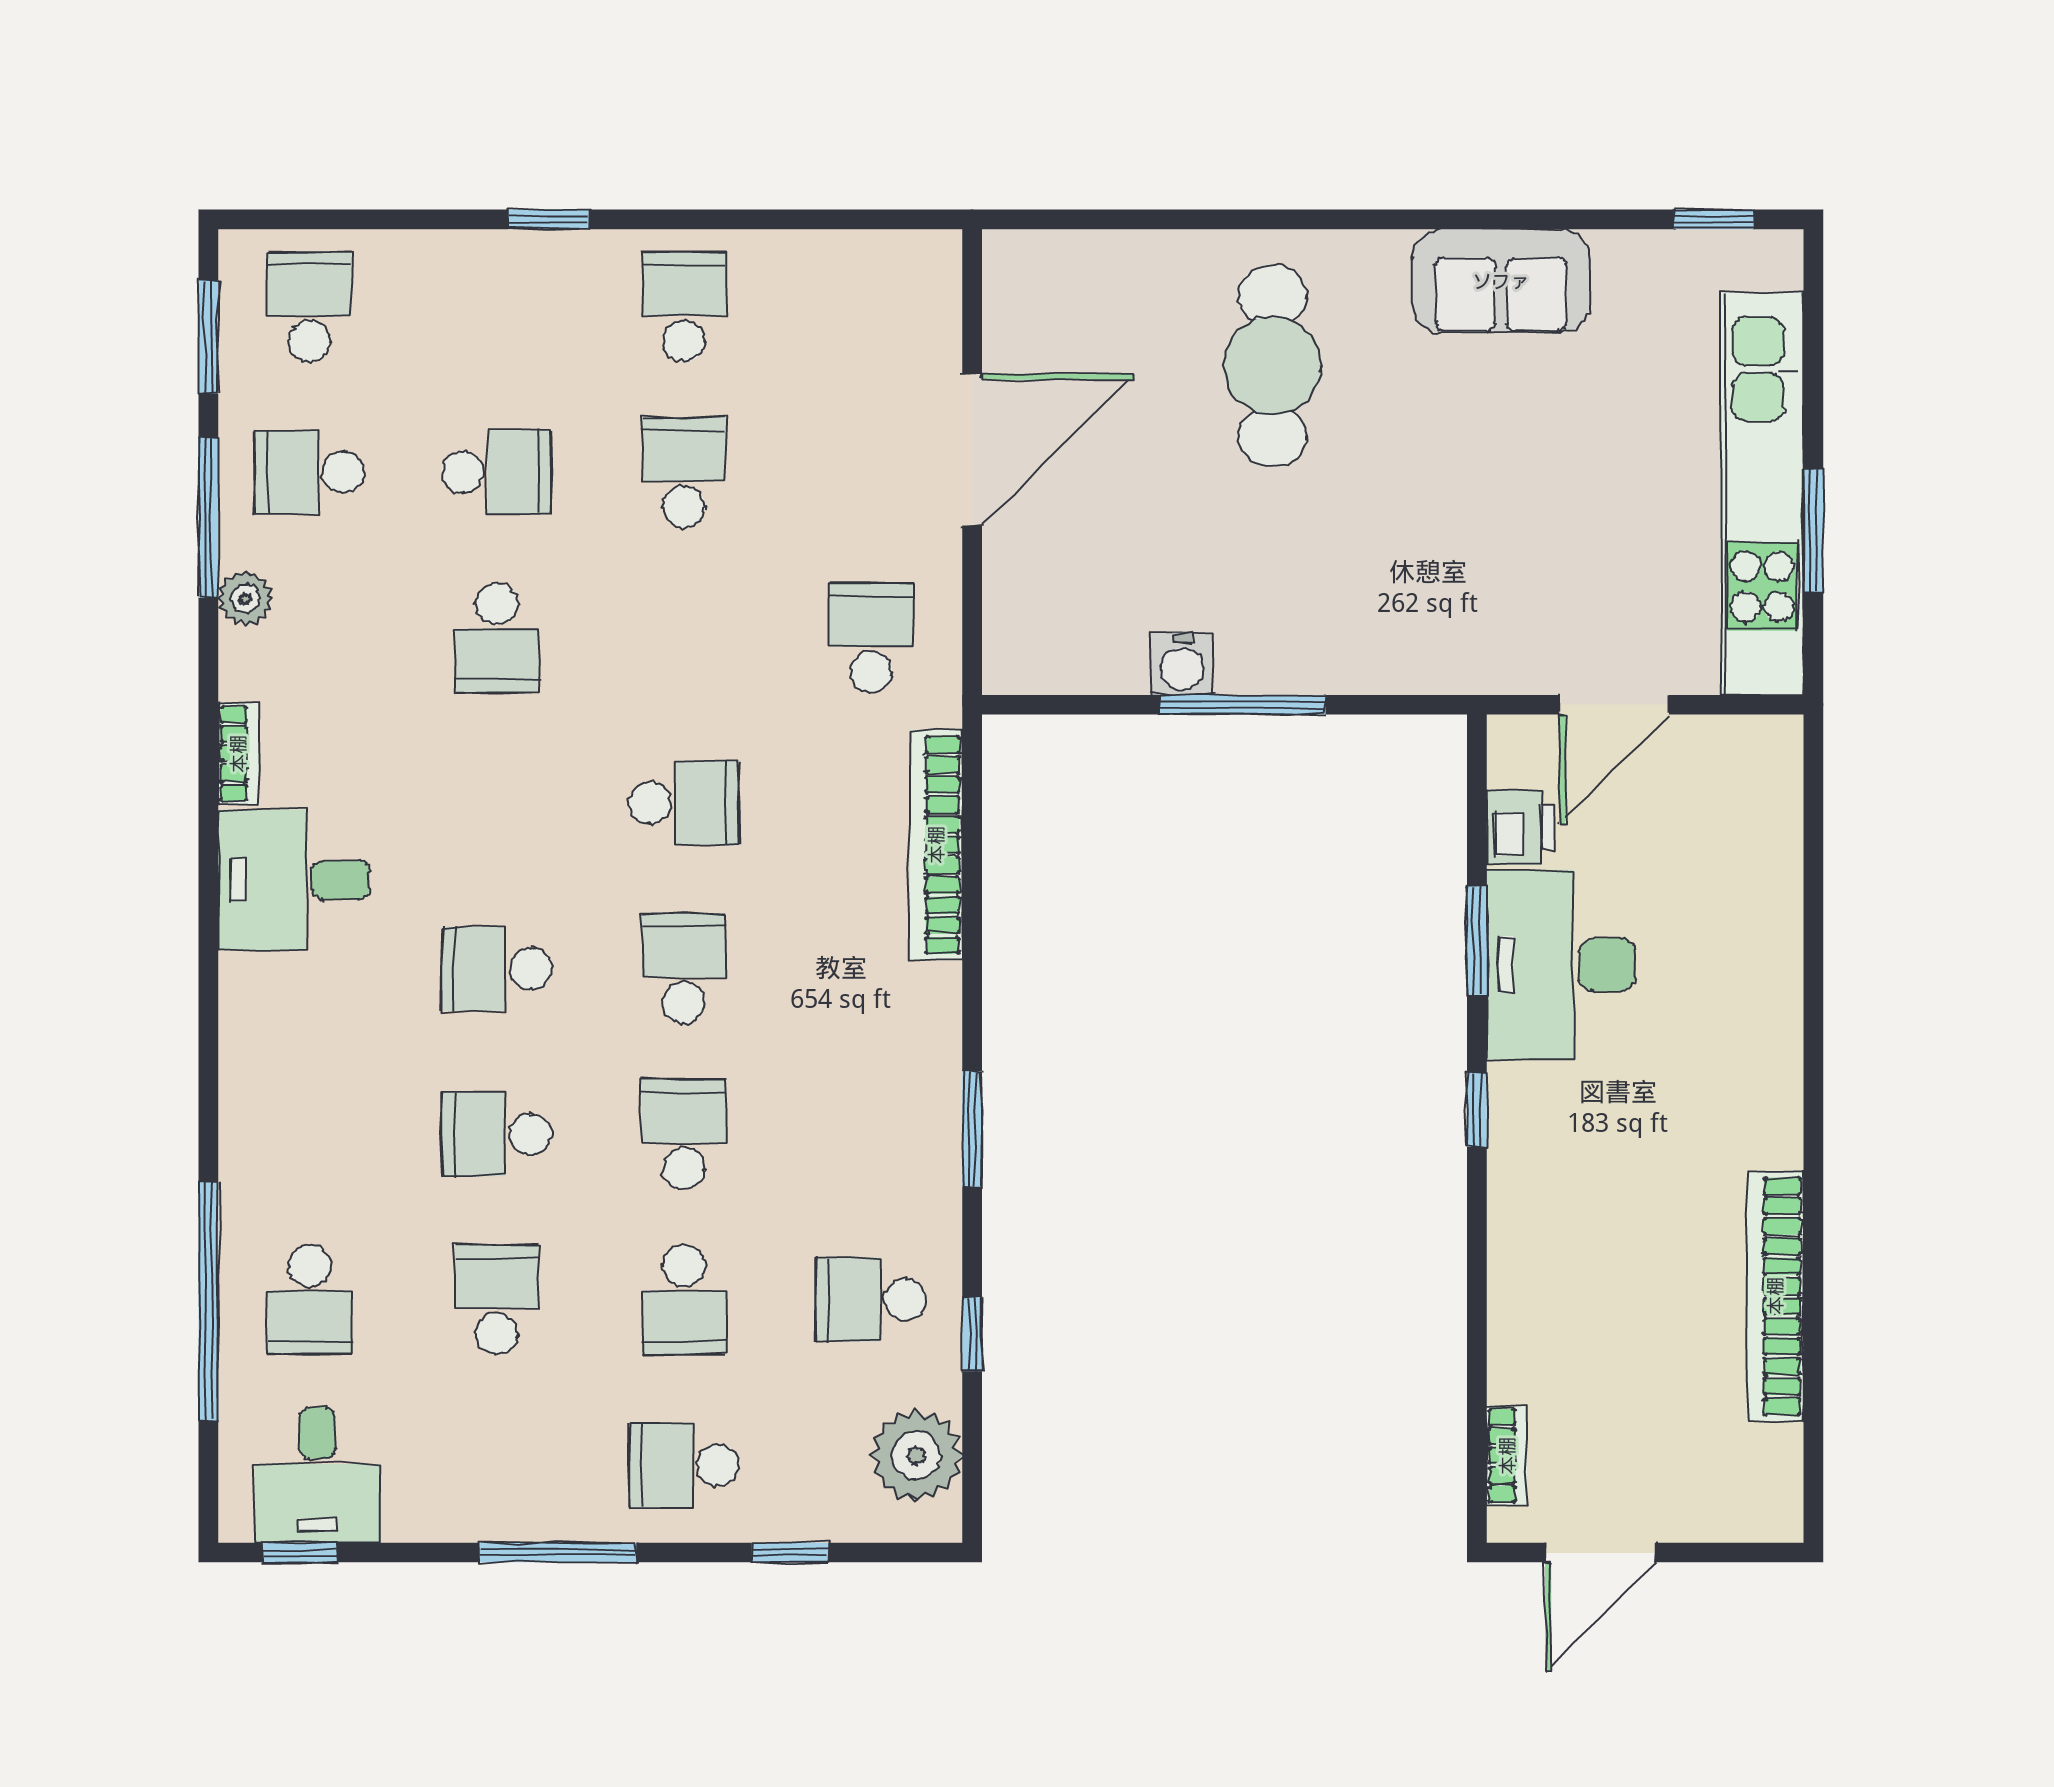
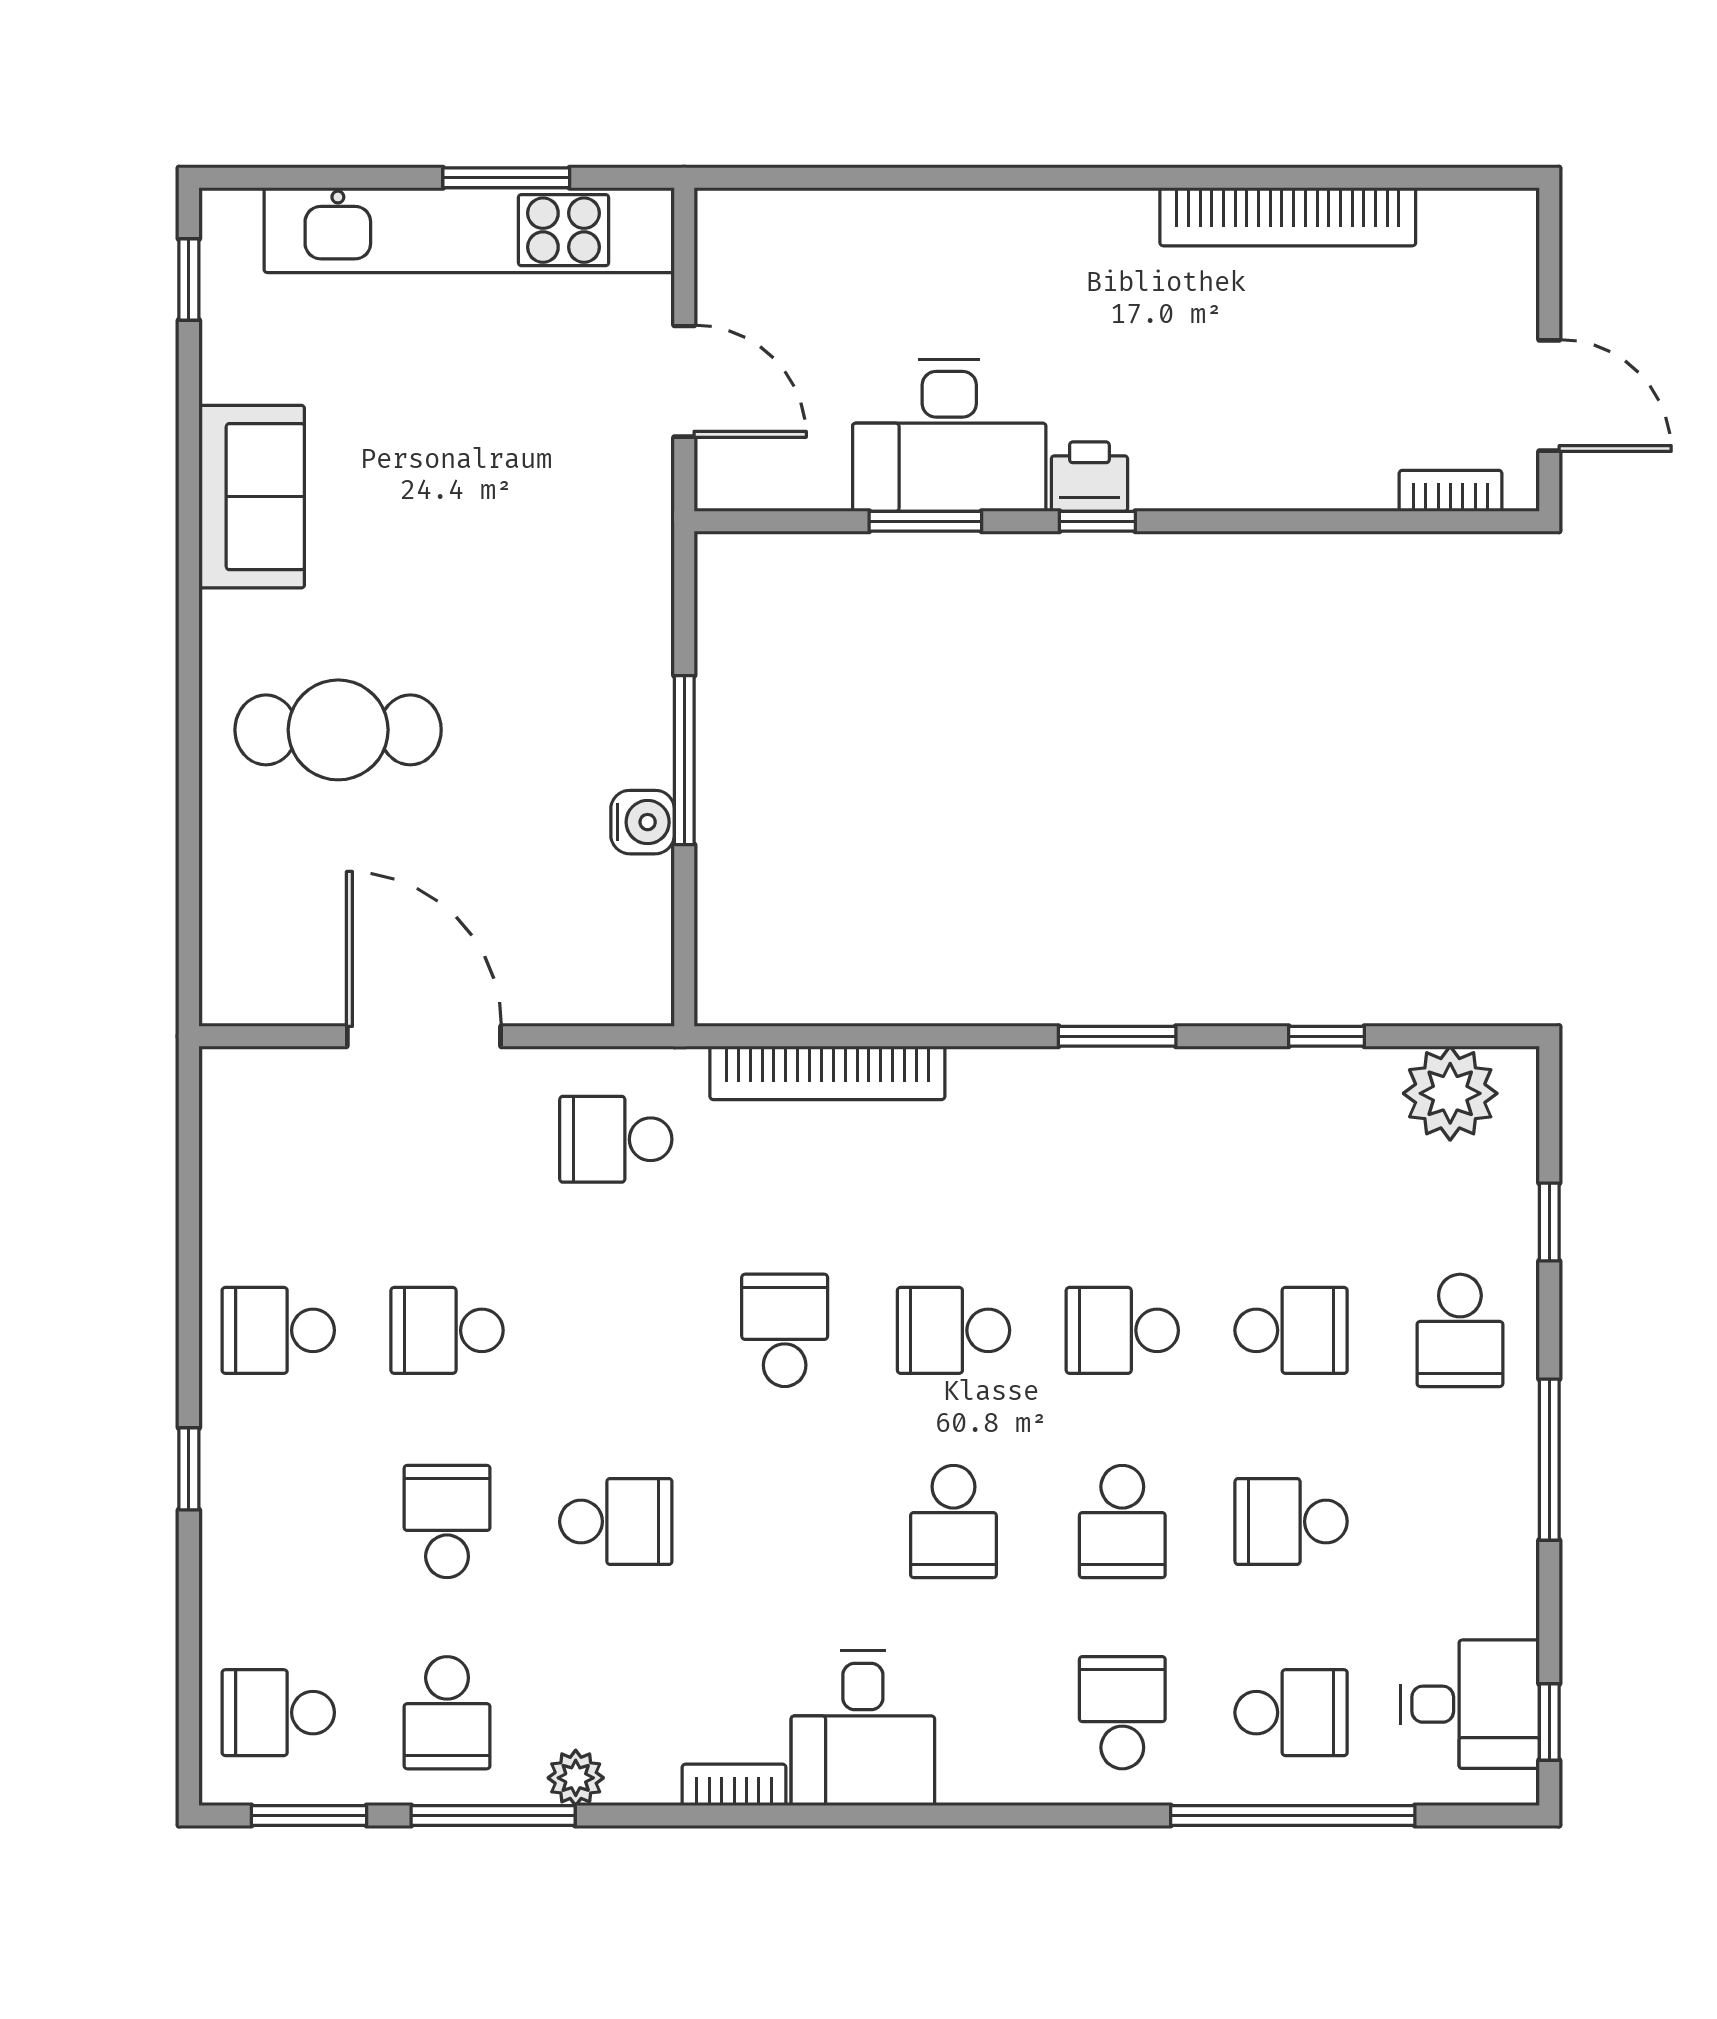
printer: (1521, 827) -> (1089, 477), moved
school desk: (871, 1300) -> (1122, 1713), moved, turned 180

